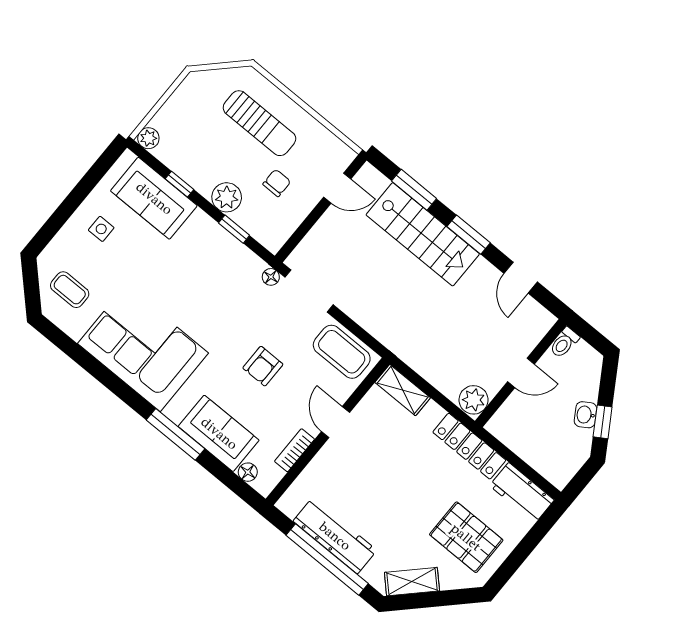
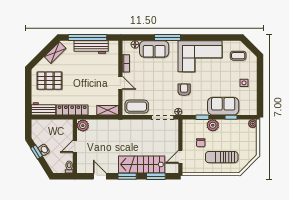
sofa: (154, 198) -> (223, 106), moved
armchair: (263, 366) -> (184, 90), moved

